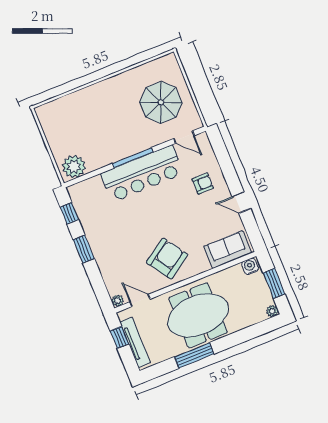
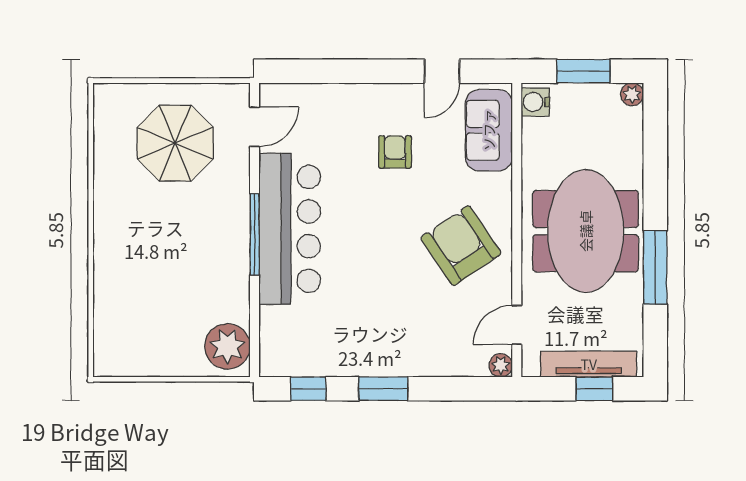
armchair: (203, 183) -> (395, 152), moved
door: (241, 203) -> (442, 71), moved
window: (119, 337) -> (594, 389), moved

